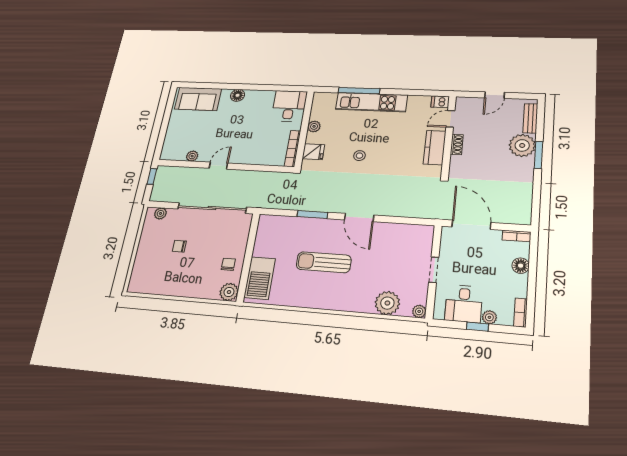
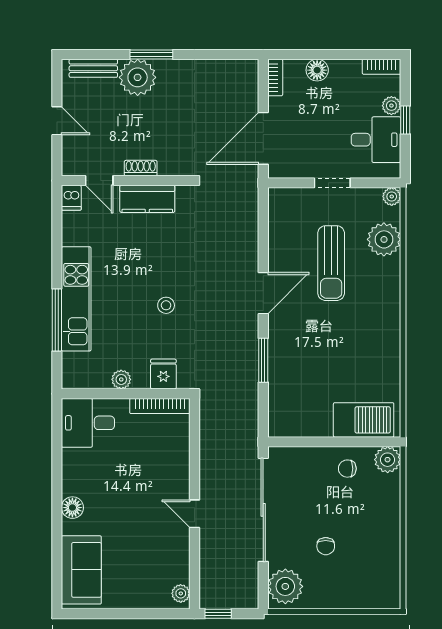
plant: (192, 156) -> (181, 593), moved
plant: (160, 213) -> (285, 586), width x1.88, depth x1.88
sun lounger: (324, 262) -> (331, 263), moved

